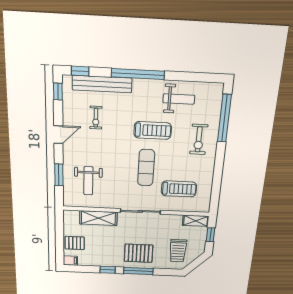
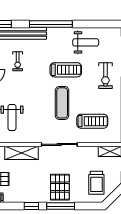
pallet: (139, 253) -> (60, 187), turned 90

